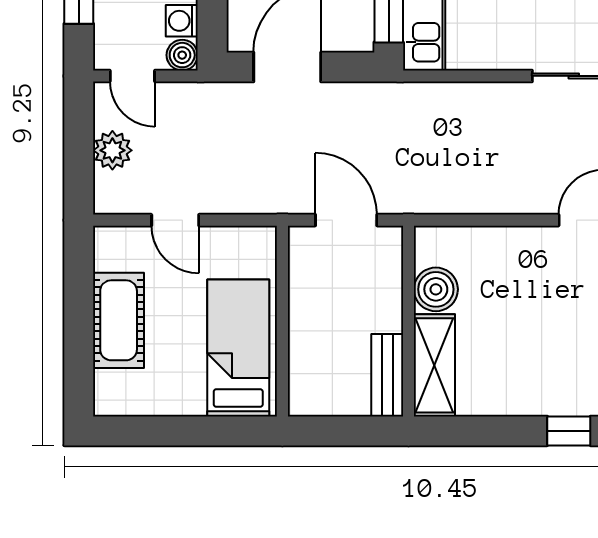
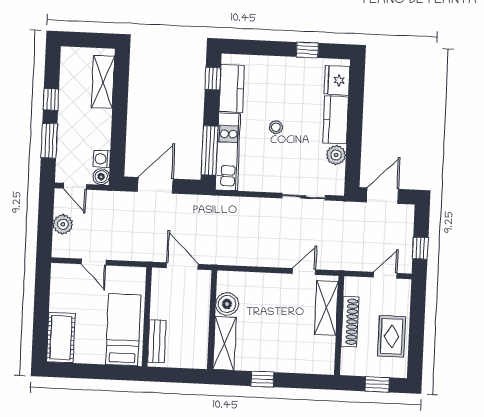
cot: (119, 320) -> (61, 338), moved
bench: (387, 375) -> (157, 341), moved
window: (569, 431) -> (262, 379), moved

